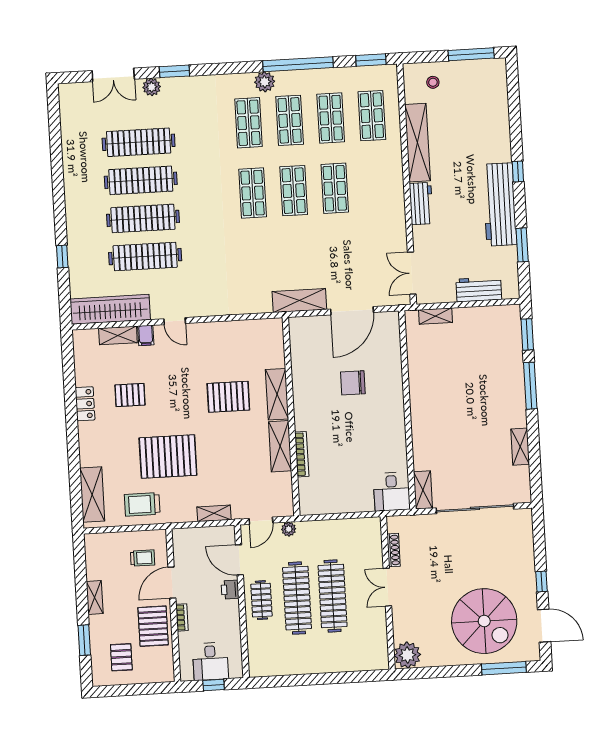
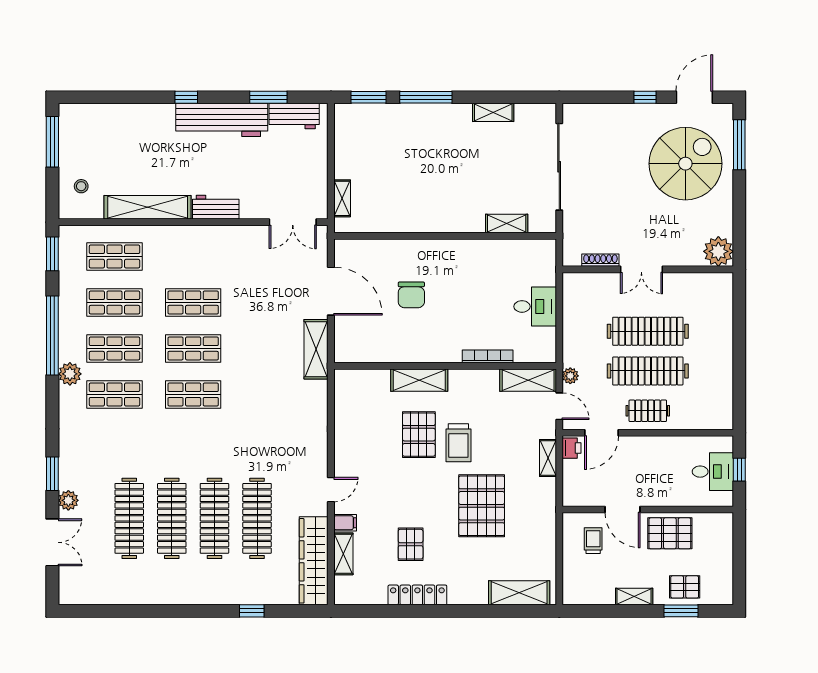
workbench: (479, 289) -> (294, 116), moved, turned -90
locker: (85, 404) -> (417, 595), width x1.53
shelving: (280, 446) -> (528, 380), moved
shelving: (423, 490) -> (507, 224), moved
desk: (392, 492) -> (535, 306), moved
trolley: (142, 504) -> (458, 443), moved
printer: (230, 590) -> (572, 448), moved, turned -90
bookcase: (182, 617) -> (662, 501), removed
pallet: (121, 657) -> (685, 587), moved

